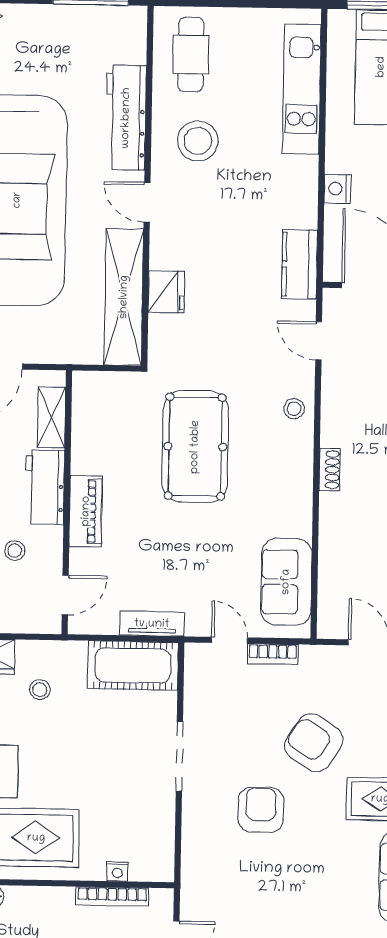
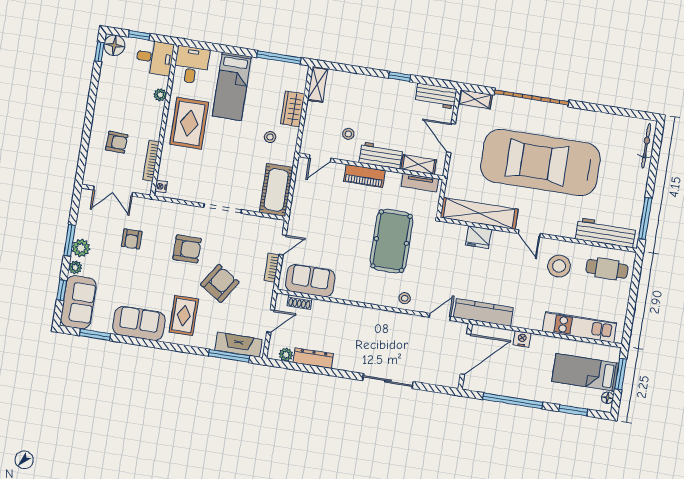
workbench: (126, 118) -> (606, 233), moved
door: (147, 202) -> (529, 233), swing flipped
kitchen counter: (300, 264) -> (483, 312), width x1.50
pool table: (195, 447) -> (391, 241), turned 90
shoe rack: (330, 470) -> (299, 302), moved
door: (65, 595) -> (320, 158), hinge flipped
tv unit: (152, 624) -> (420, 183), moved, turned 90
nightstand: (117, 871) -> (161, 186), moved
armchair: (257, 911) -> (132, 239), added

